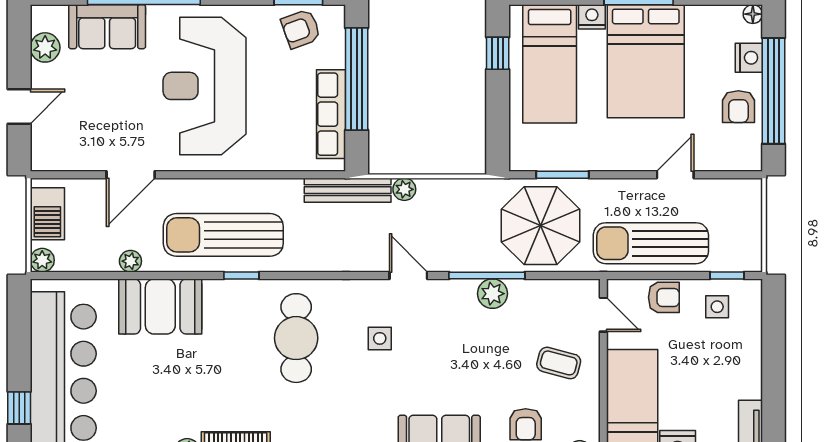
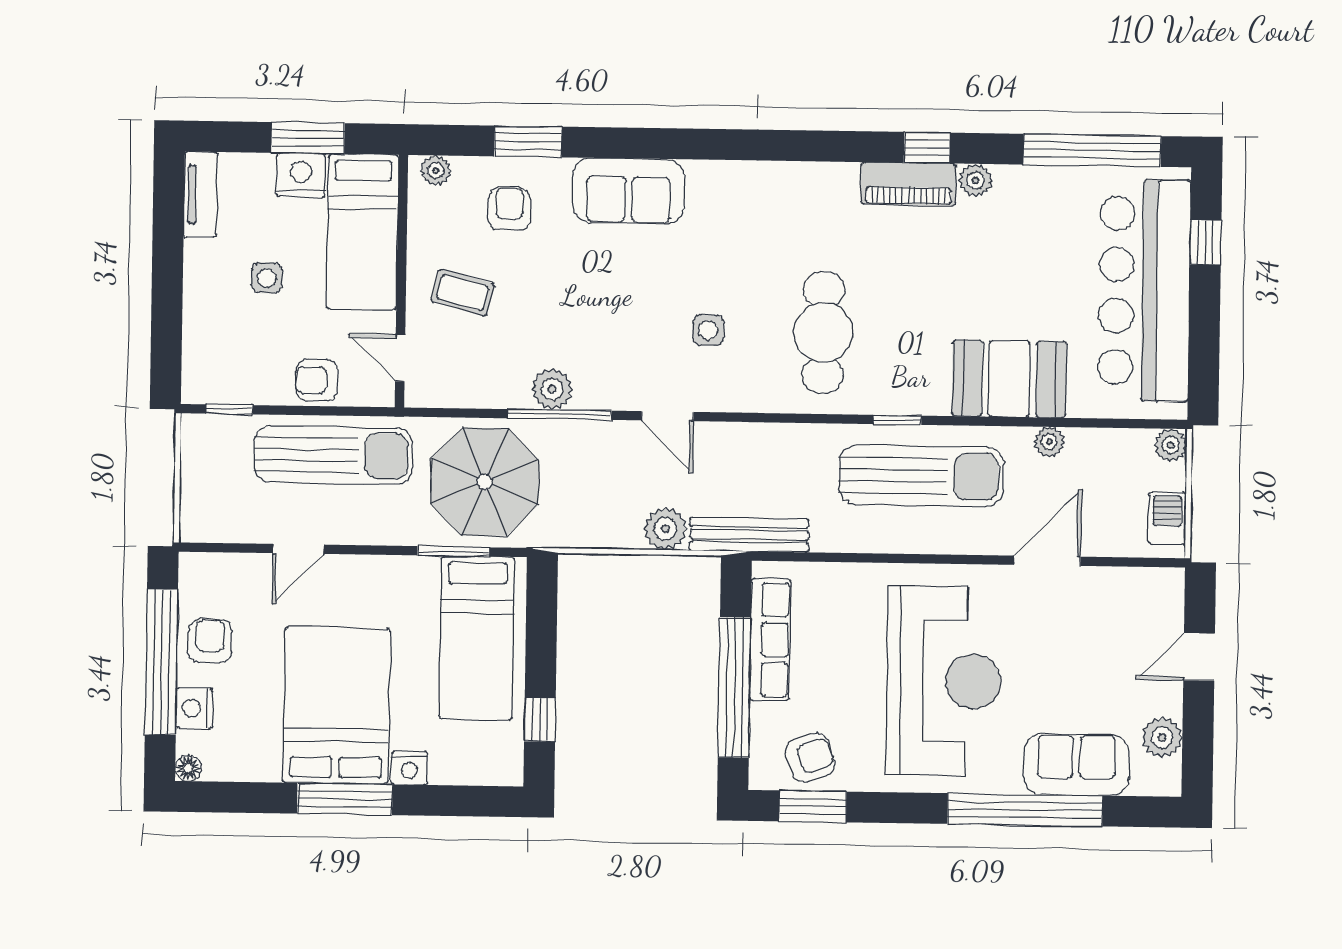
bed: (550, 64) -> (477, 638), moved, turned 180
plant: (404, 189) -> (665, 529), width x1.38, depth x1.38
barbecue: (47, 214) -> (1167, 519), width x0.73, depth x0.79
side table: (717, 307) -> (267, 278), moved

